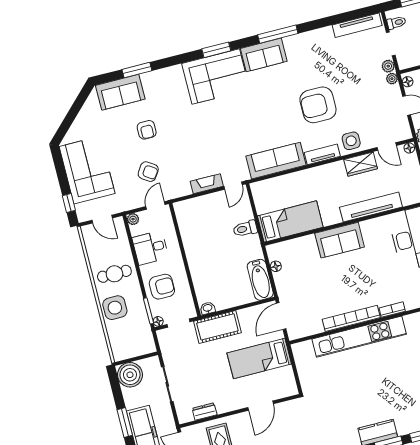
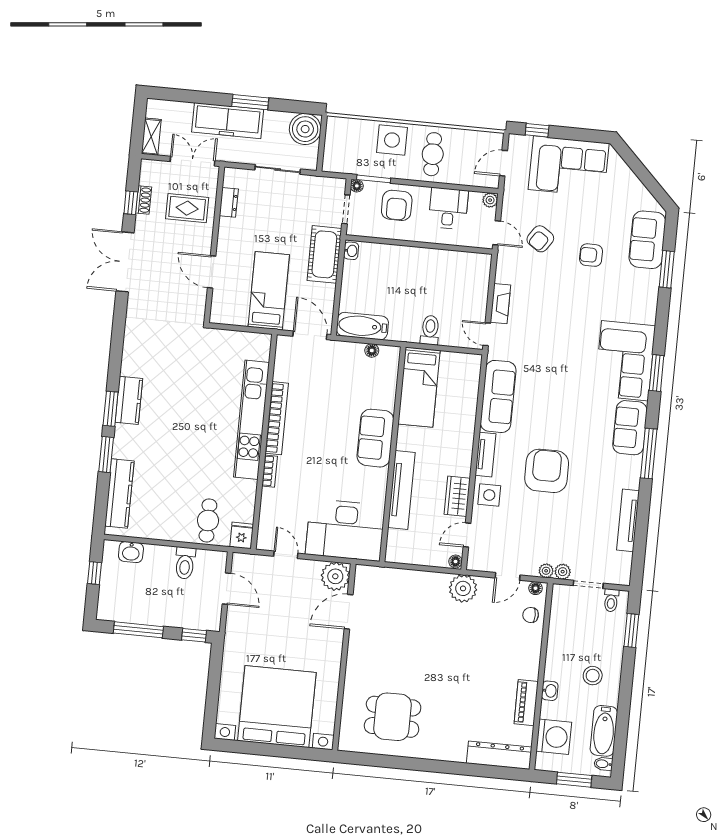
tv unit: (357, 25) -> (628, 520), moved

